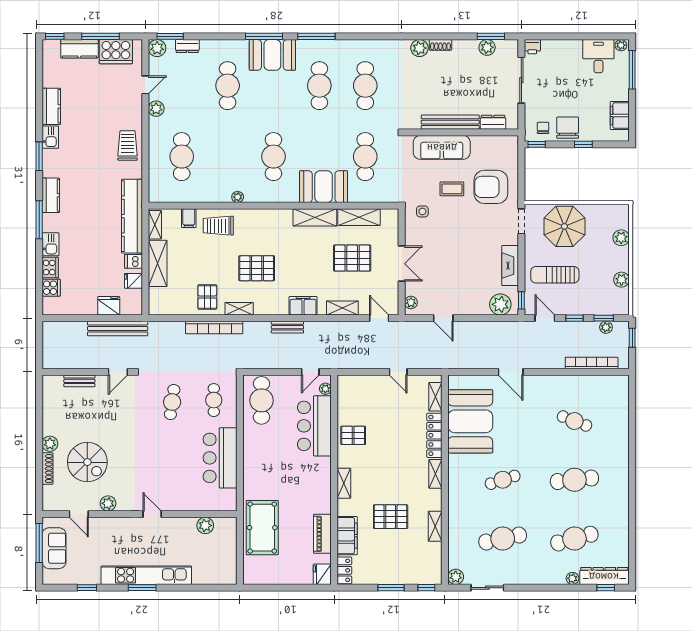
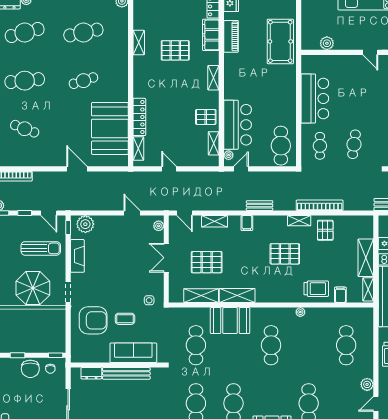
filing cabinet: (303, 306) -> (247, 223), width x0.50
shelving: (435, 474) -> (214, 143), moved

